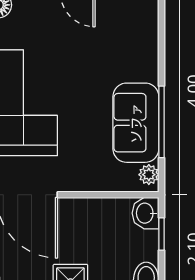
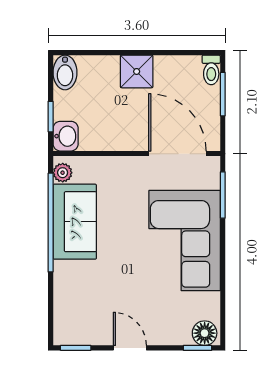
window: (161, 122) -> (51, 223), width x1.46

